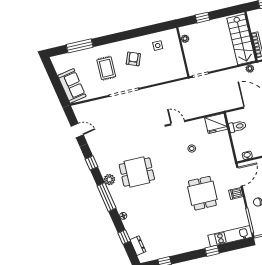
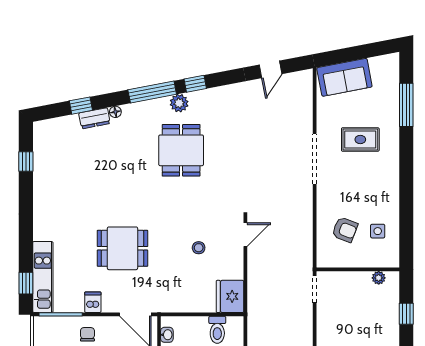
armchair: (133, 59) -> (345, 230), moved
window: (92, 163) -> (195, 84), moved
dishwasher: (236, 193) -> (93, 302), moved
dresser: (138, 246) -> (94, 118), moved
window: (212, 251) -> (26, 283), moved

